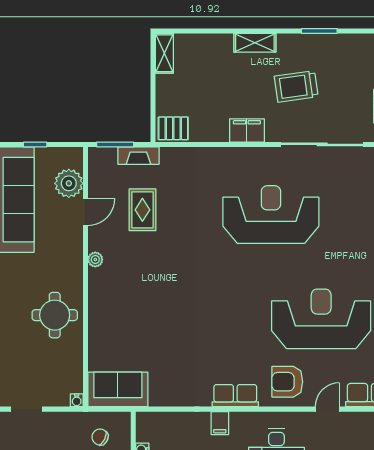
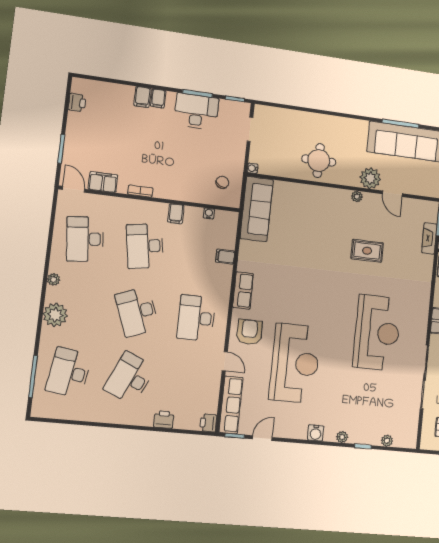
plant: (69, 183) -> (370, 178), moved
rug: (142, 210) -> (367, 251), moved
sofa: (118, 389) -> (257, 209), width x1.36
filing cabinet: (220, 423) -> (225, 257), moved

